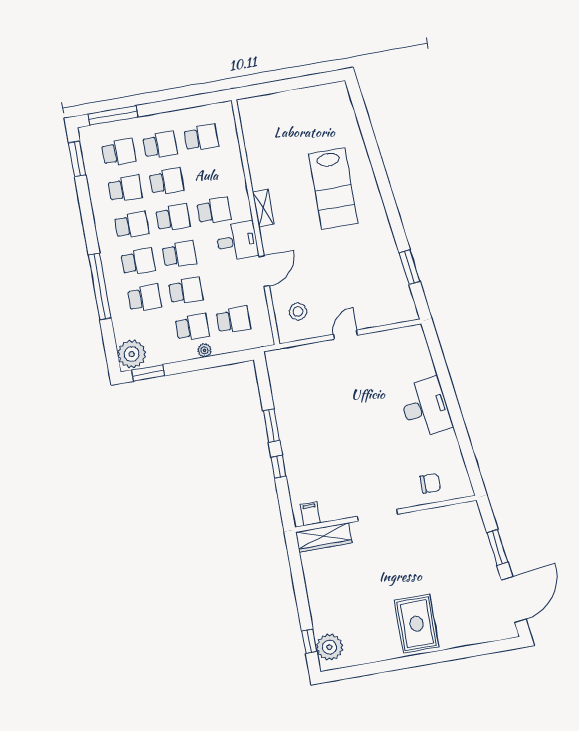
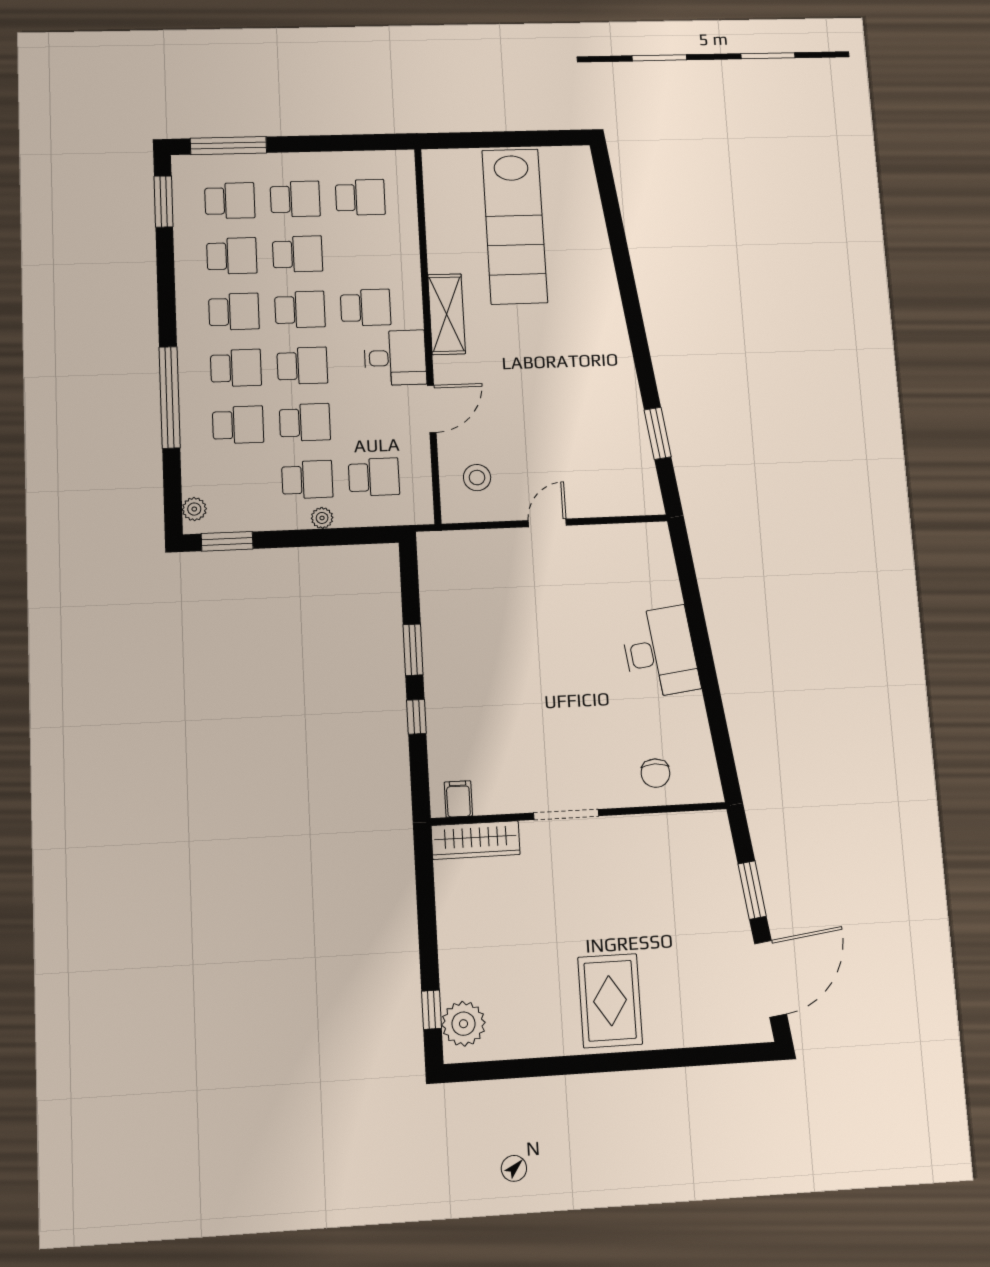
lab bench: (333, 188) -> (515, 226), moved, width x1.36
shelving: (263, 208) -> (447, 314), width x1.50, depth x1.33
plant: (132, 354) -> (194, 509), width x0.53, depth x0.53
chair: (430, 483) -> (655, 773), turned 90

